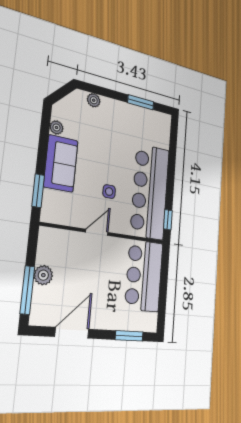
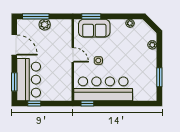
sofa: (61, 163) -> (94, 28), moved
bar counter: (144, 276) -> (29, 80), moved, turned 90
window: (162, 304) -> (34, 103), added

